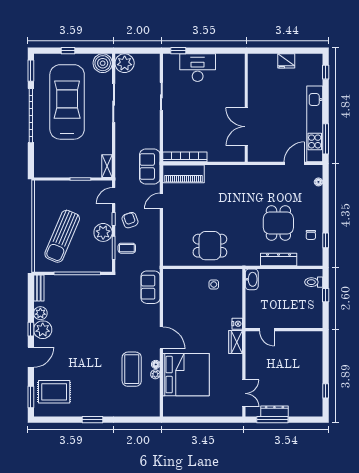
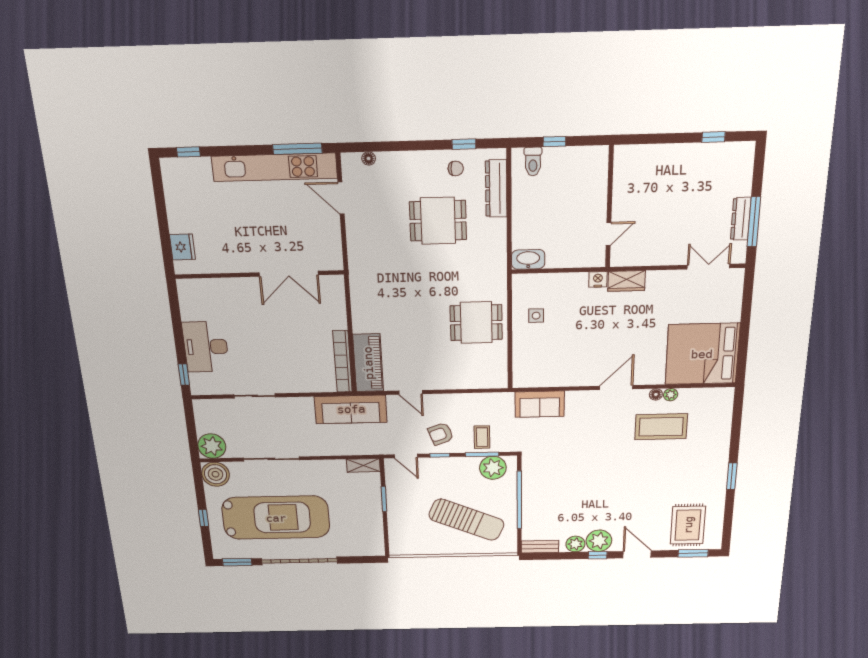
fridge: (286, 61) -> (182, 247), moved
car: (67, 102) -> (276, 518), turned 180
sofa: (150, 166) -> (351, 409), width x1.36
plant: (103, 232) -> (493, 468), moved
dining table: (210, 246) -> (476, 323), turned 90
dresser: (279, 260) -> (496, 189), moved
bed: (186, 375) -> (702, 354), moved, turned -90

